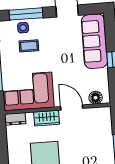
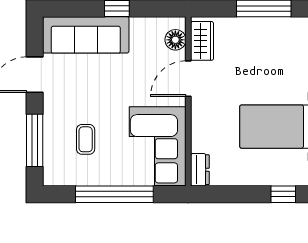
side table: (23, 28) -> (56, 147), removed
wardrobe: (47, 118) -> (202, 41), moved

